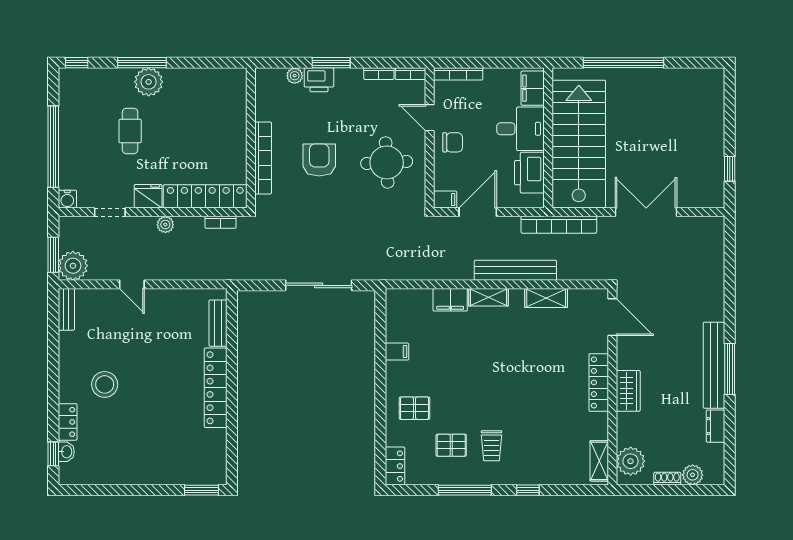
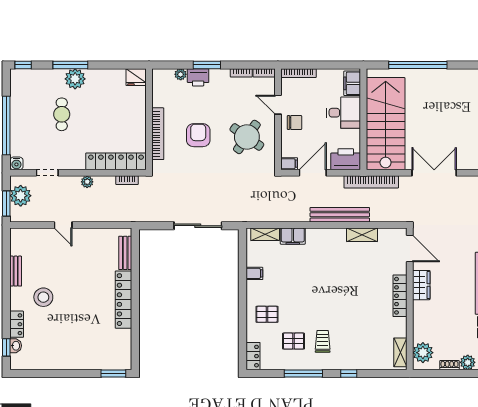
round table: (387, 162) -> (247, 137), turned 38
printer: (529, 173) -> (346, 159), moved, turned 90
fridge: (148, 196) -> (136, 77), moved, turned 180
plant: (73, 266) -> (21, 196), moved
shelving: (489, 297) -> (265, 234), moved
bench: (66, 309) -> (16, 271), moved
wardrobe: (628, 391) -> (421, 285), moved
trolley: (492, 446) -> (323, 341), turned 180

